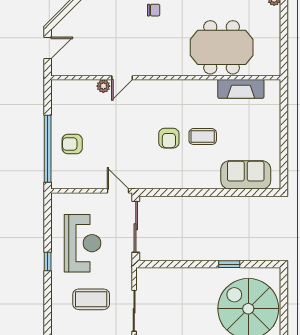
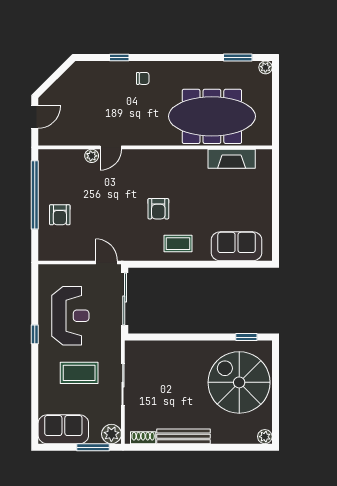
meeting table: (222, 47) -> (212, 116), width x1.36
coffee table: (203, 137) -> (178, 244), moved
armchair: (72, 144) -> (60, 215), turned -90
window: (48, 149) -> (35, 195), moved
window: (229, 264) -> (246, 337), moved

